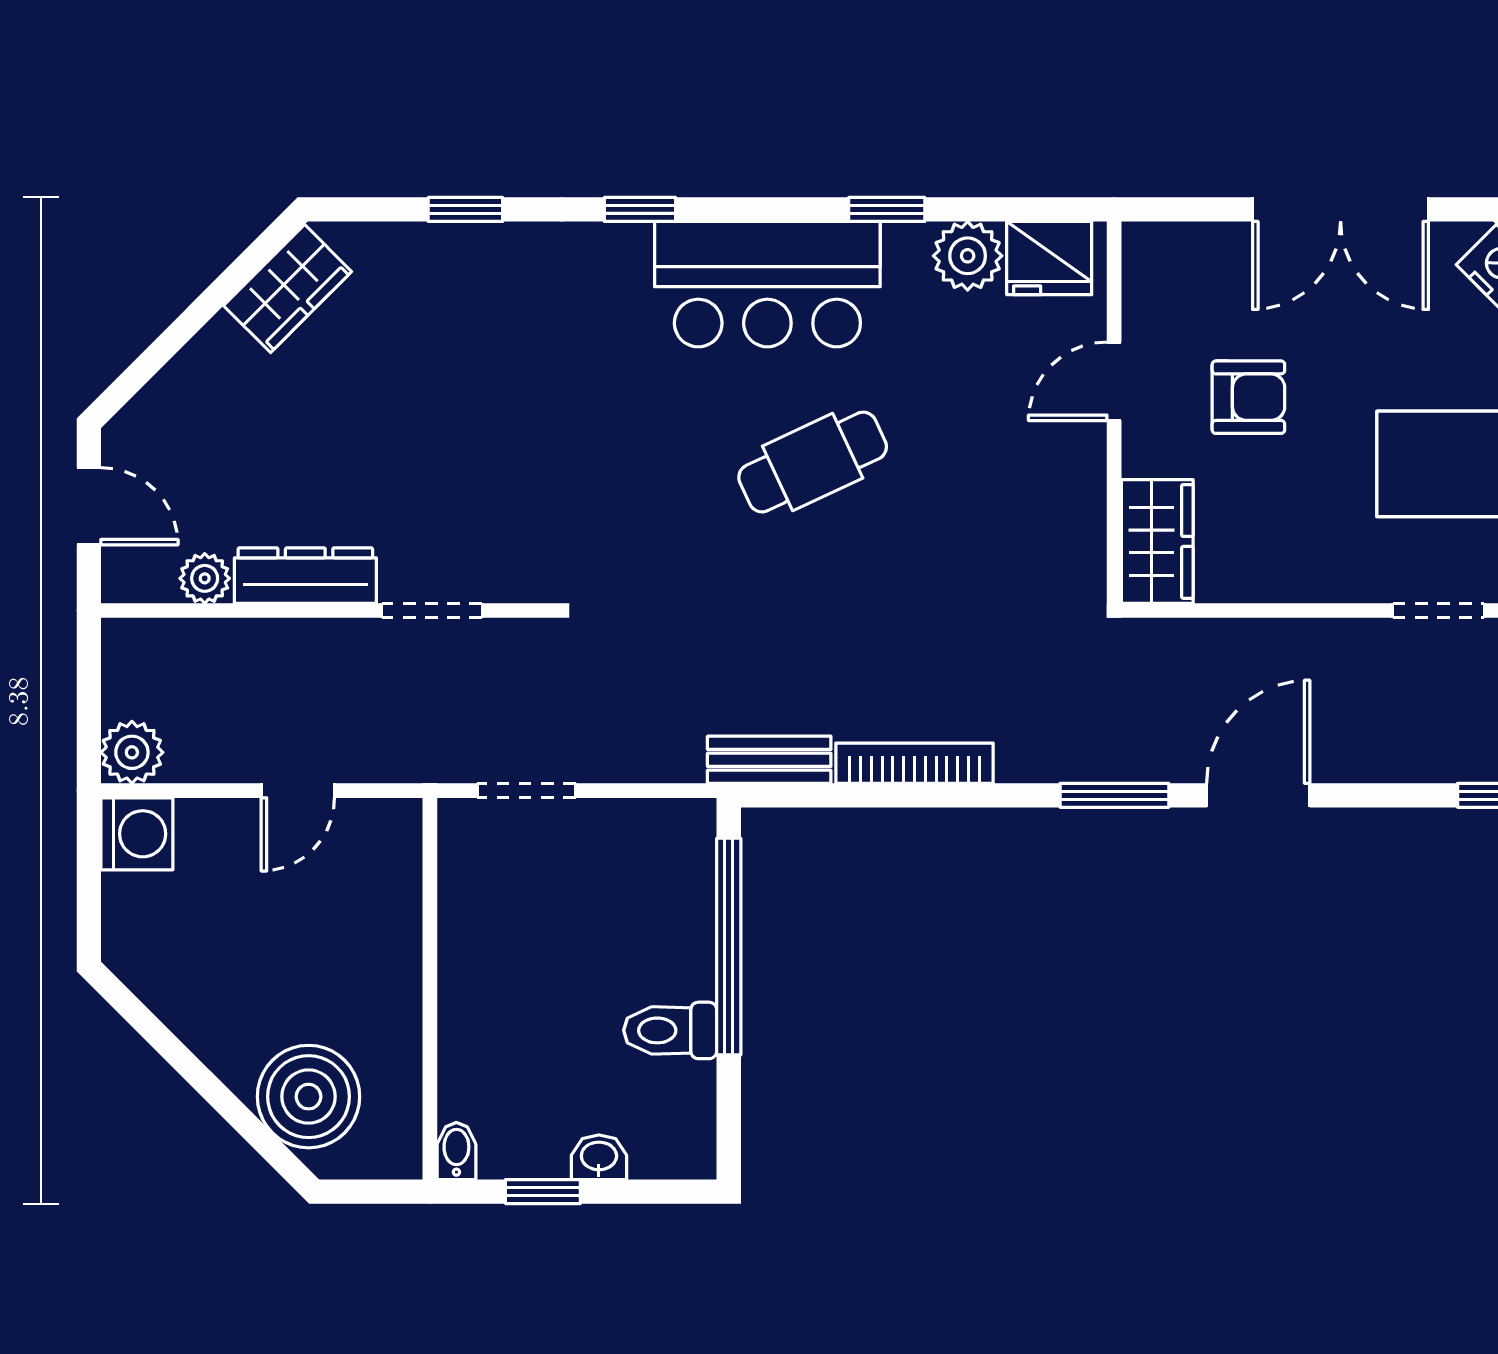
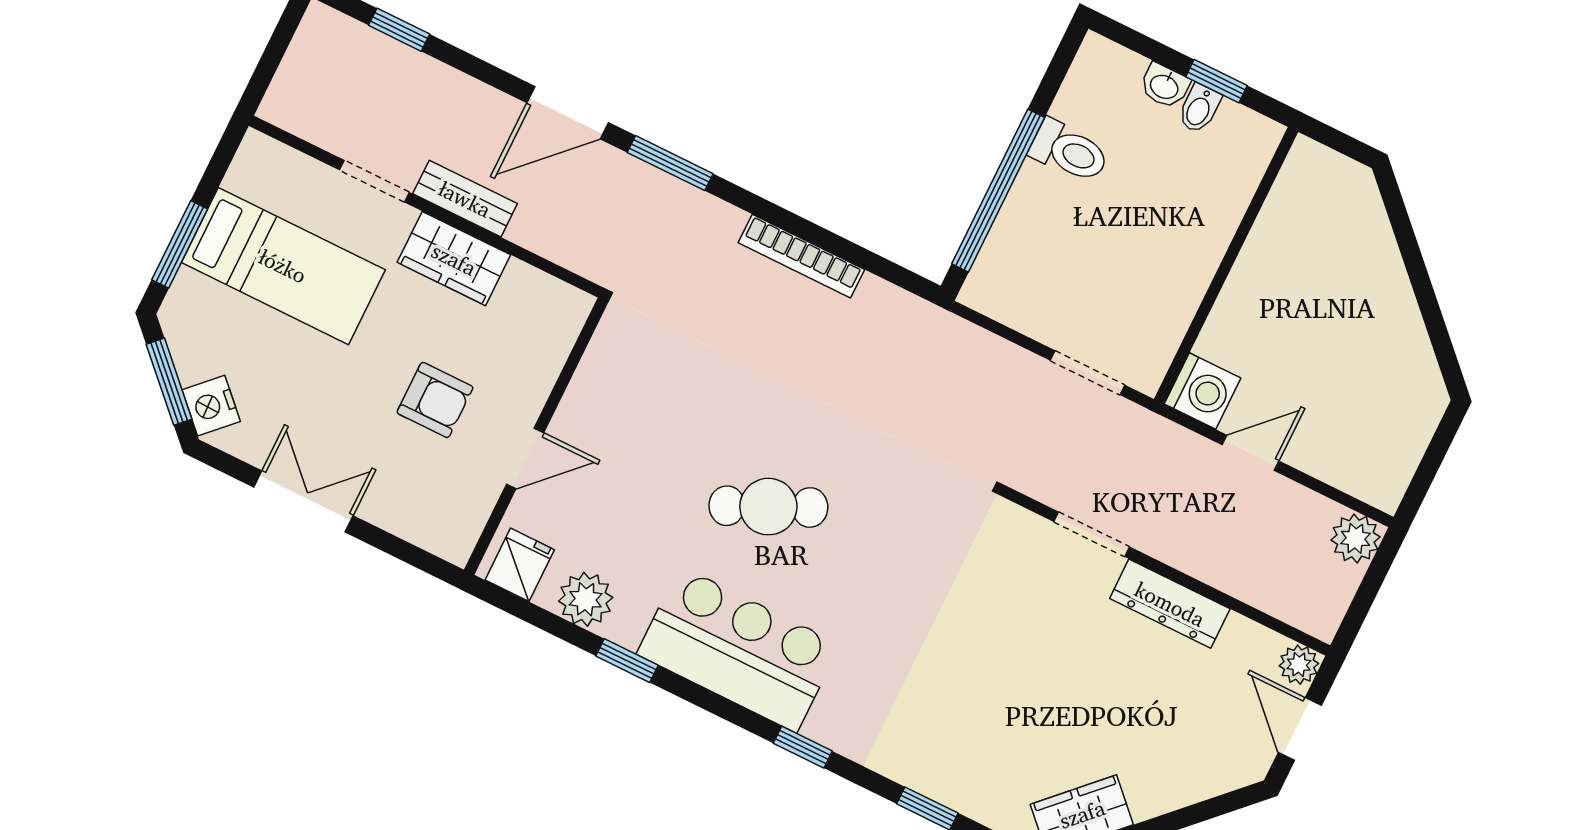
double door: (1341, 209) -> (303, 501), width x0.73
fridge: (1049, 258) -> (520, 565), width x0.72
armchair: (1248, 397) -> (435, 400), turned 180
wardrobe: (1157, 541) -> (454, 259), moved, turned -90
plant: (205, 578) -> (1299, 665), moved
bench: (769, 760) -> (465, 199), moved
washing machine: (137, 834) -> (1203, 391), moved, turned 180
boiler: (309, 1097) -> (1350, 231), removed
bidet: (456, 1151) -> (1199, 109), moved

